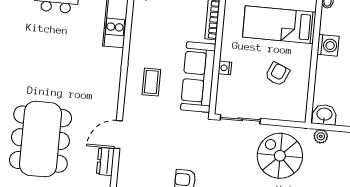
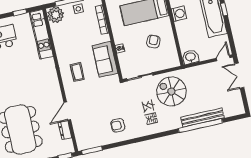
sofa: (198, 77) -> (105, 59), width x0.73
plant: (321, 136) -> (193, 71), removed

